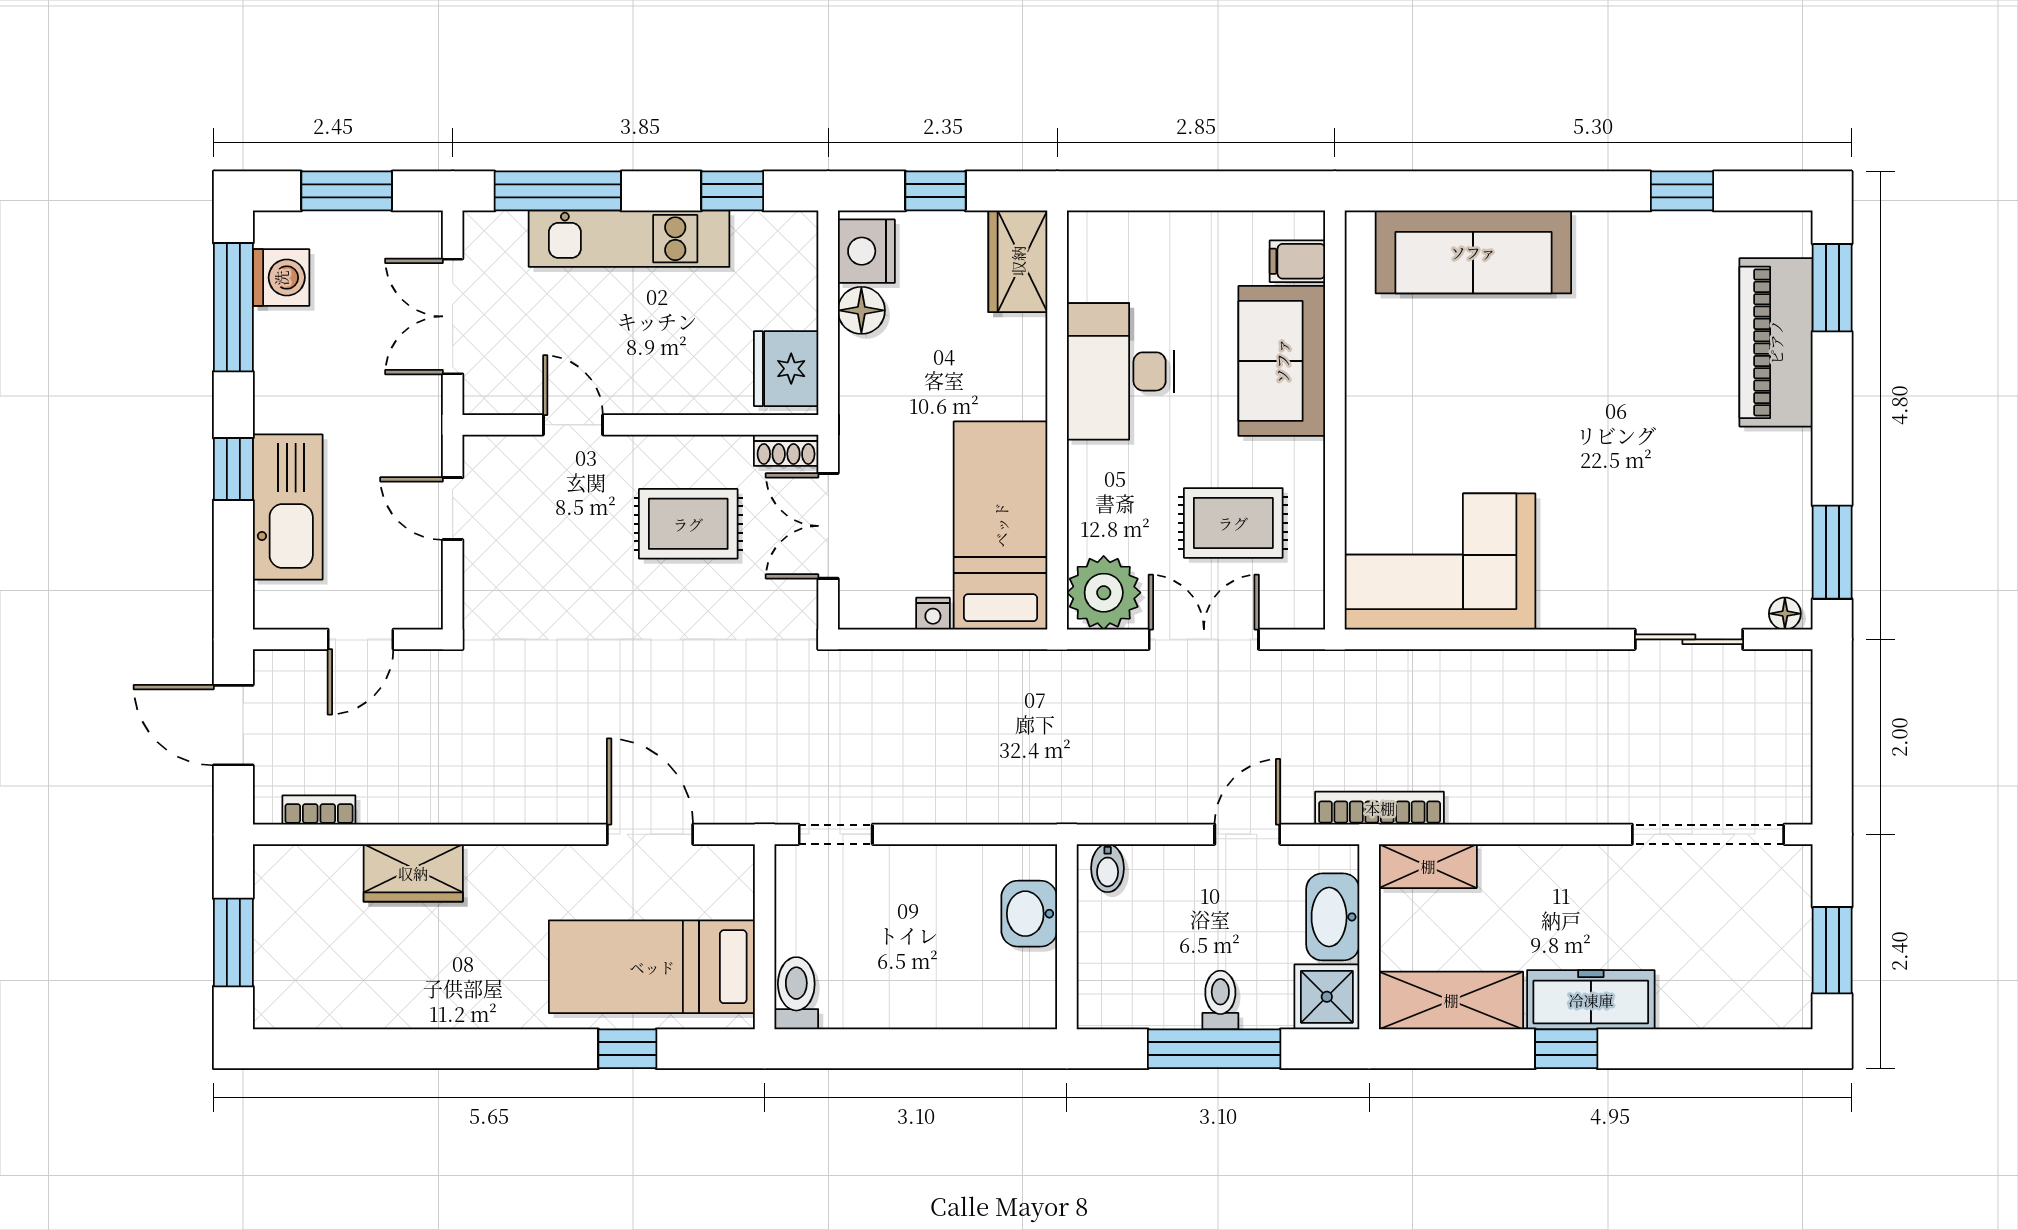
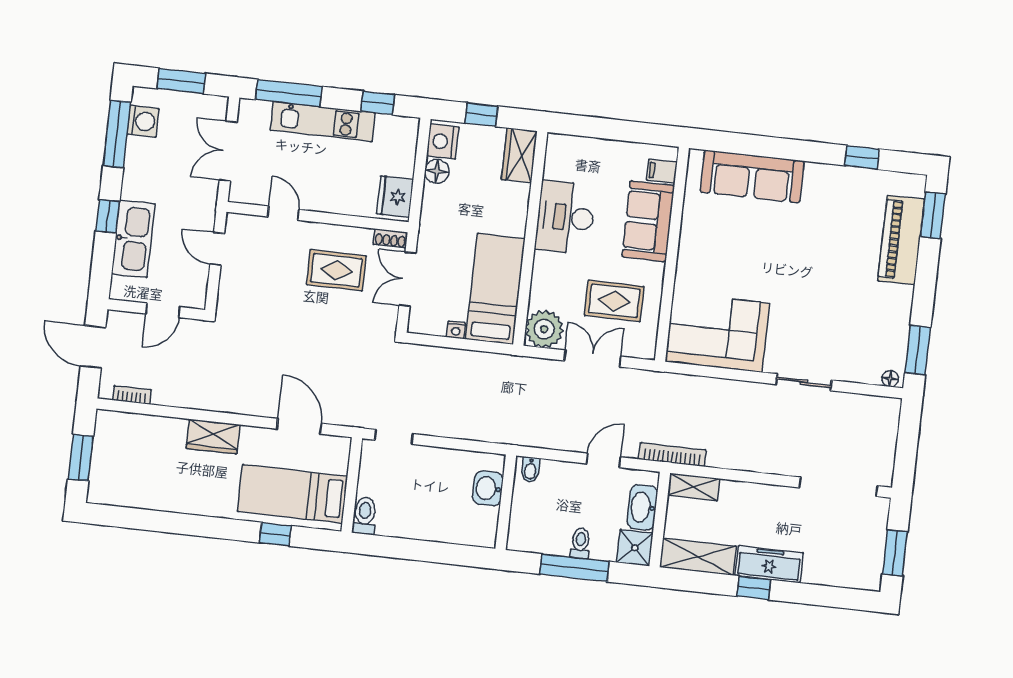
sliding door: (1689, 639) -> (804, 382), moved
wardrobe: (413, 873) -> (213, 436), moved

